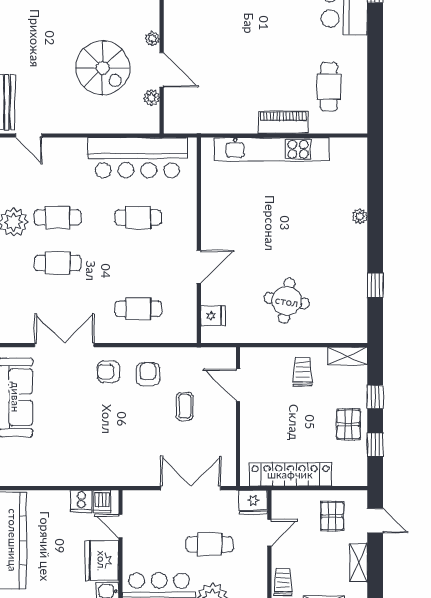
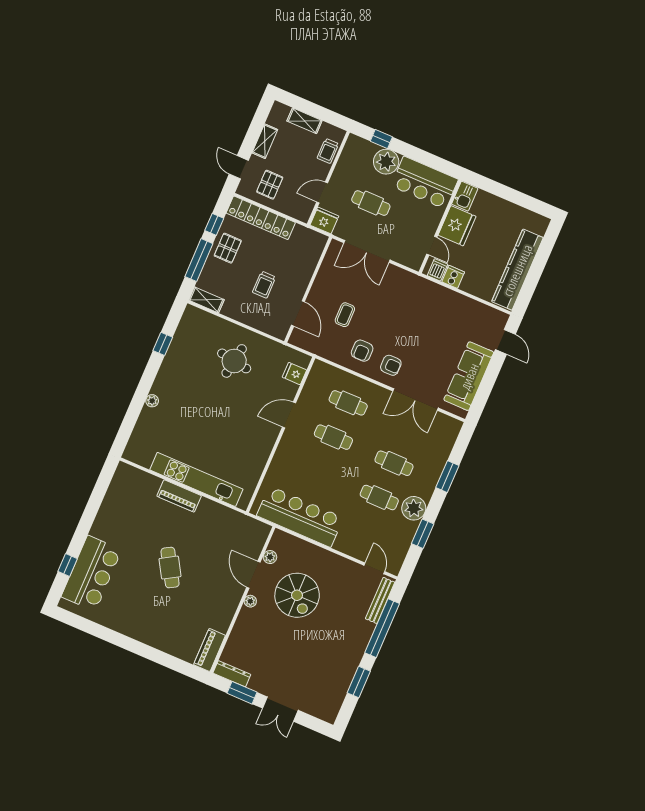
spiral stairs: (103, 68) -> (297, 595), turned 180
cafe table: (329, 87) -> (170, 568), moved, turned -31
cafe table: (138, 217) -> (333, 437), moved
trolley: (303, 372) -> (264, 285), moved
window: (375, 397) -> (199, 260), width x2.17
locker: (290, 474) -> (261, 218), moved

